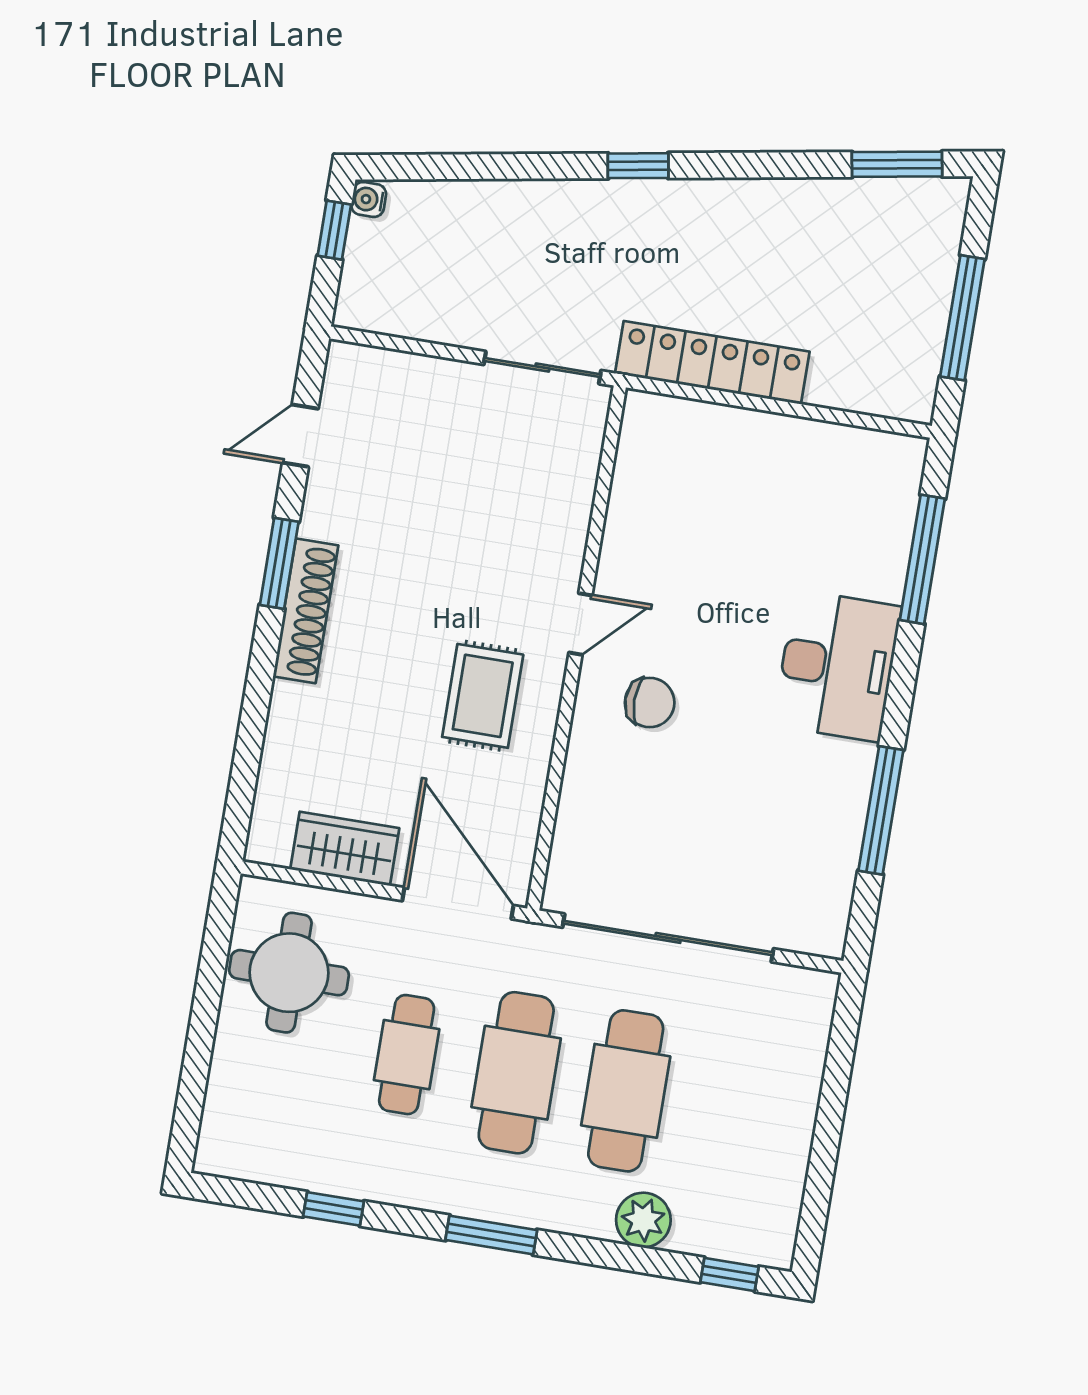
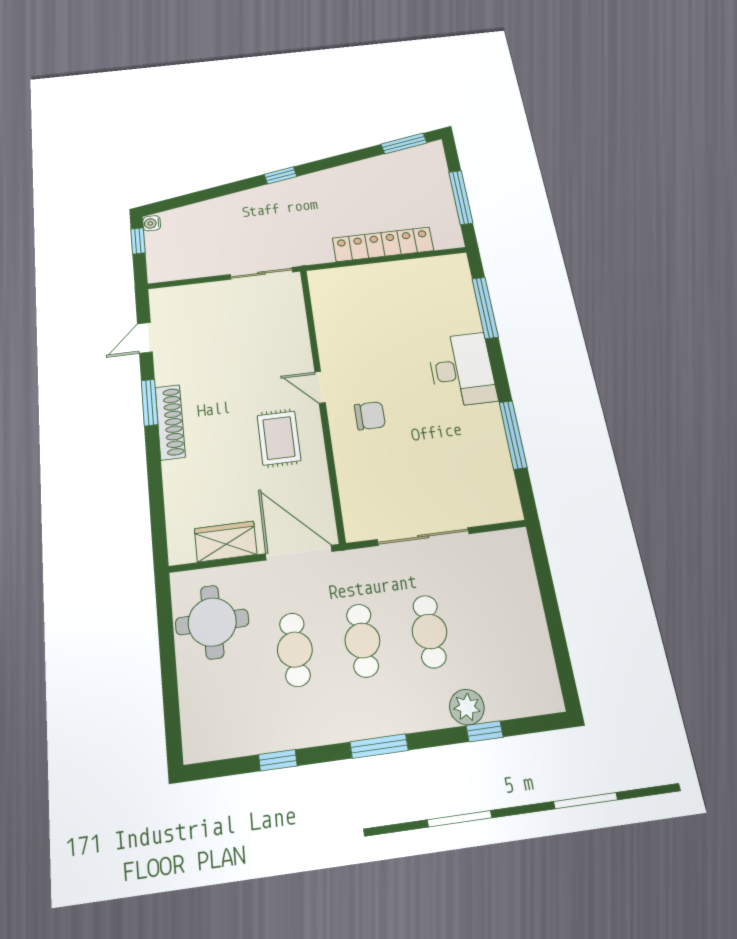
locker: (712, 363) -> (383, 244), moved
door: (580, 624) -> (320, 387), swing flipped
sliding door: (668, 938) -> (423, 537), width x0.73
cafe table: (516, 1073) -> (362, 640), width x0.73, depth x0.74
cafe table: (626, 1091) -> (429, 631), width x0.73, depth x0.74
window: (729, 1274) -> (485, 731), moved

